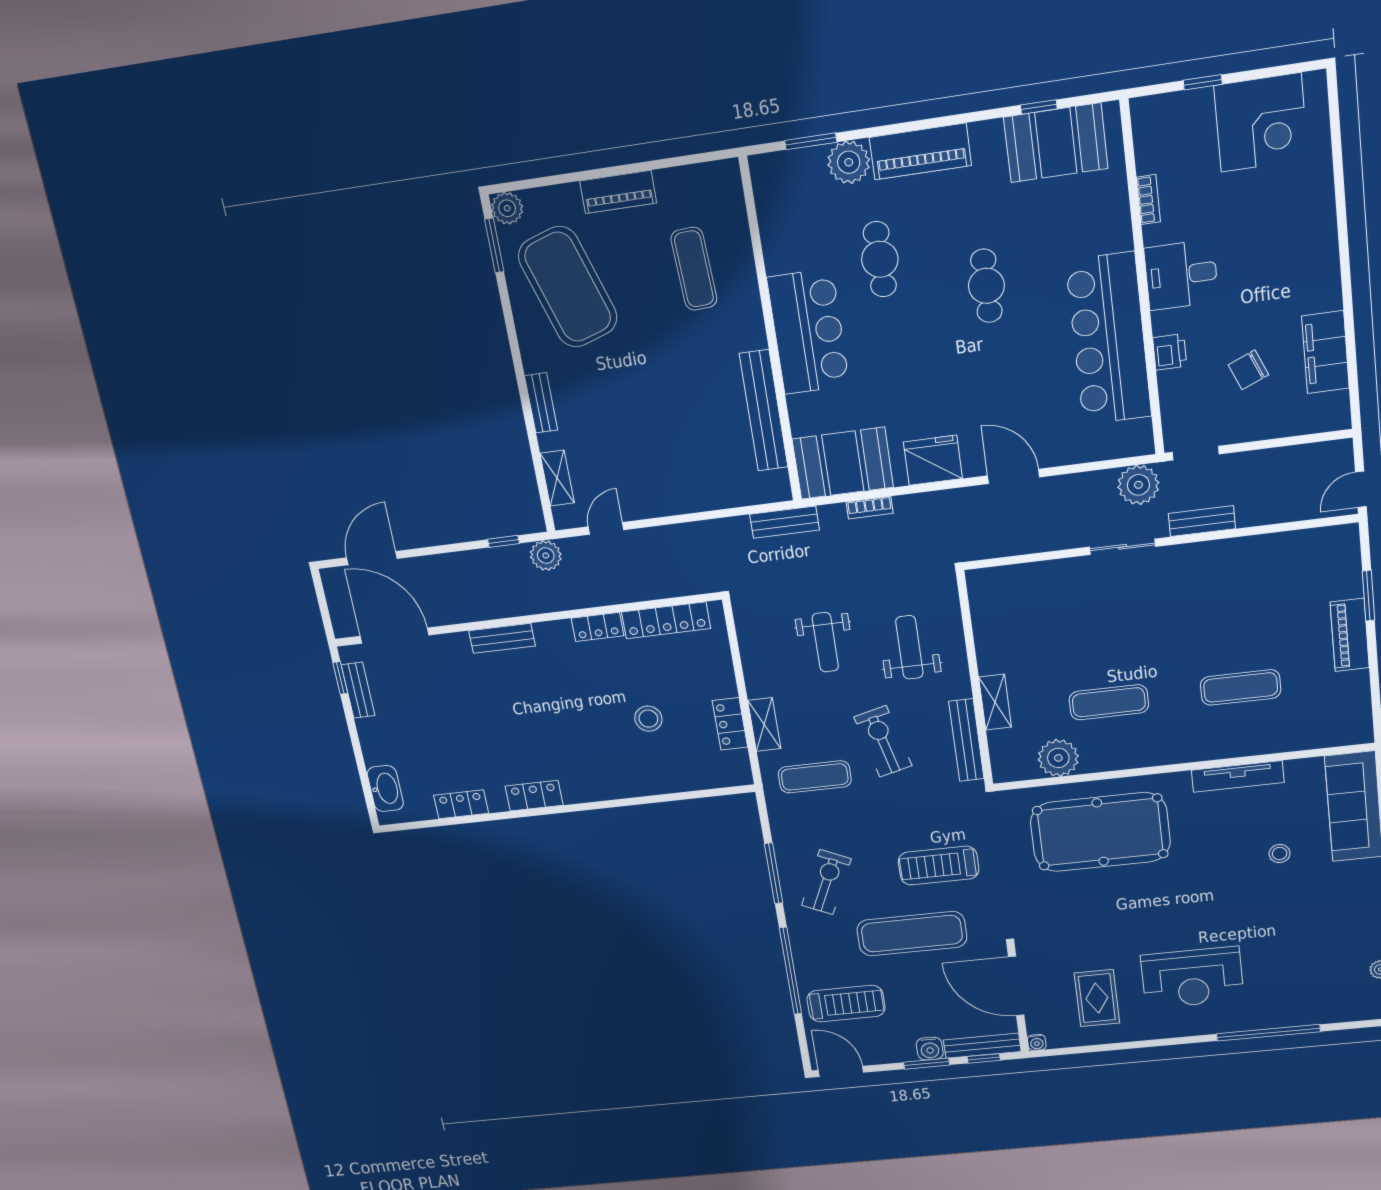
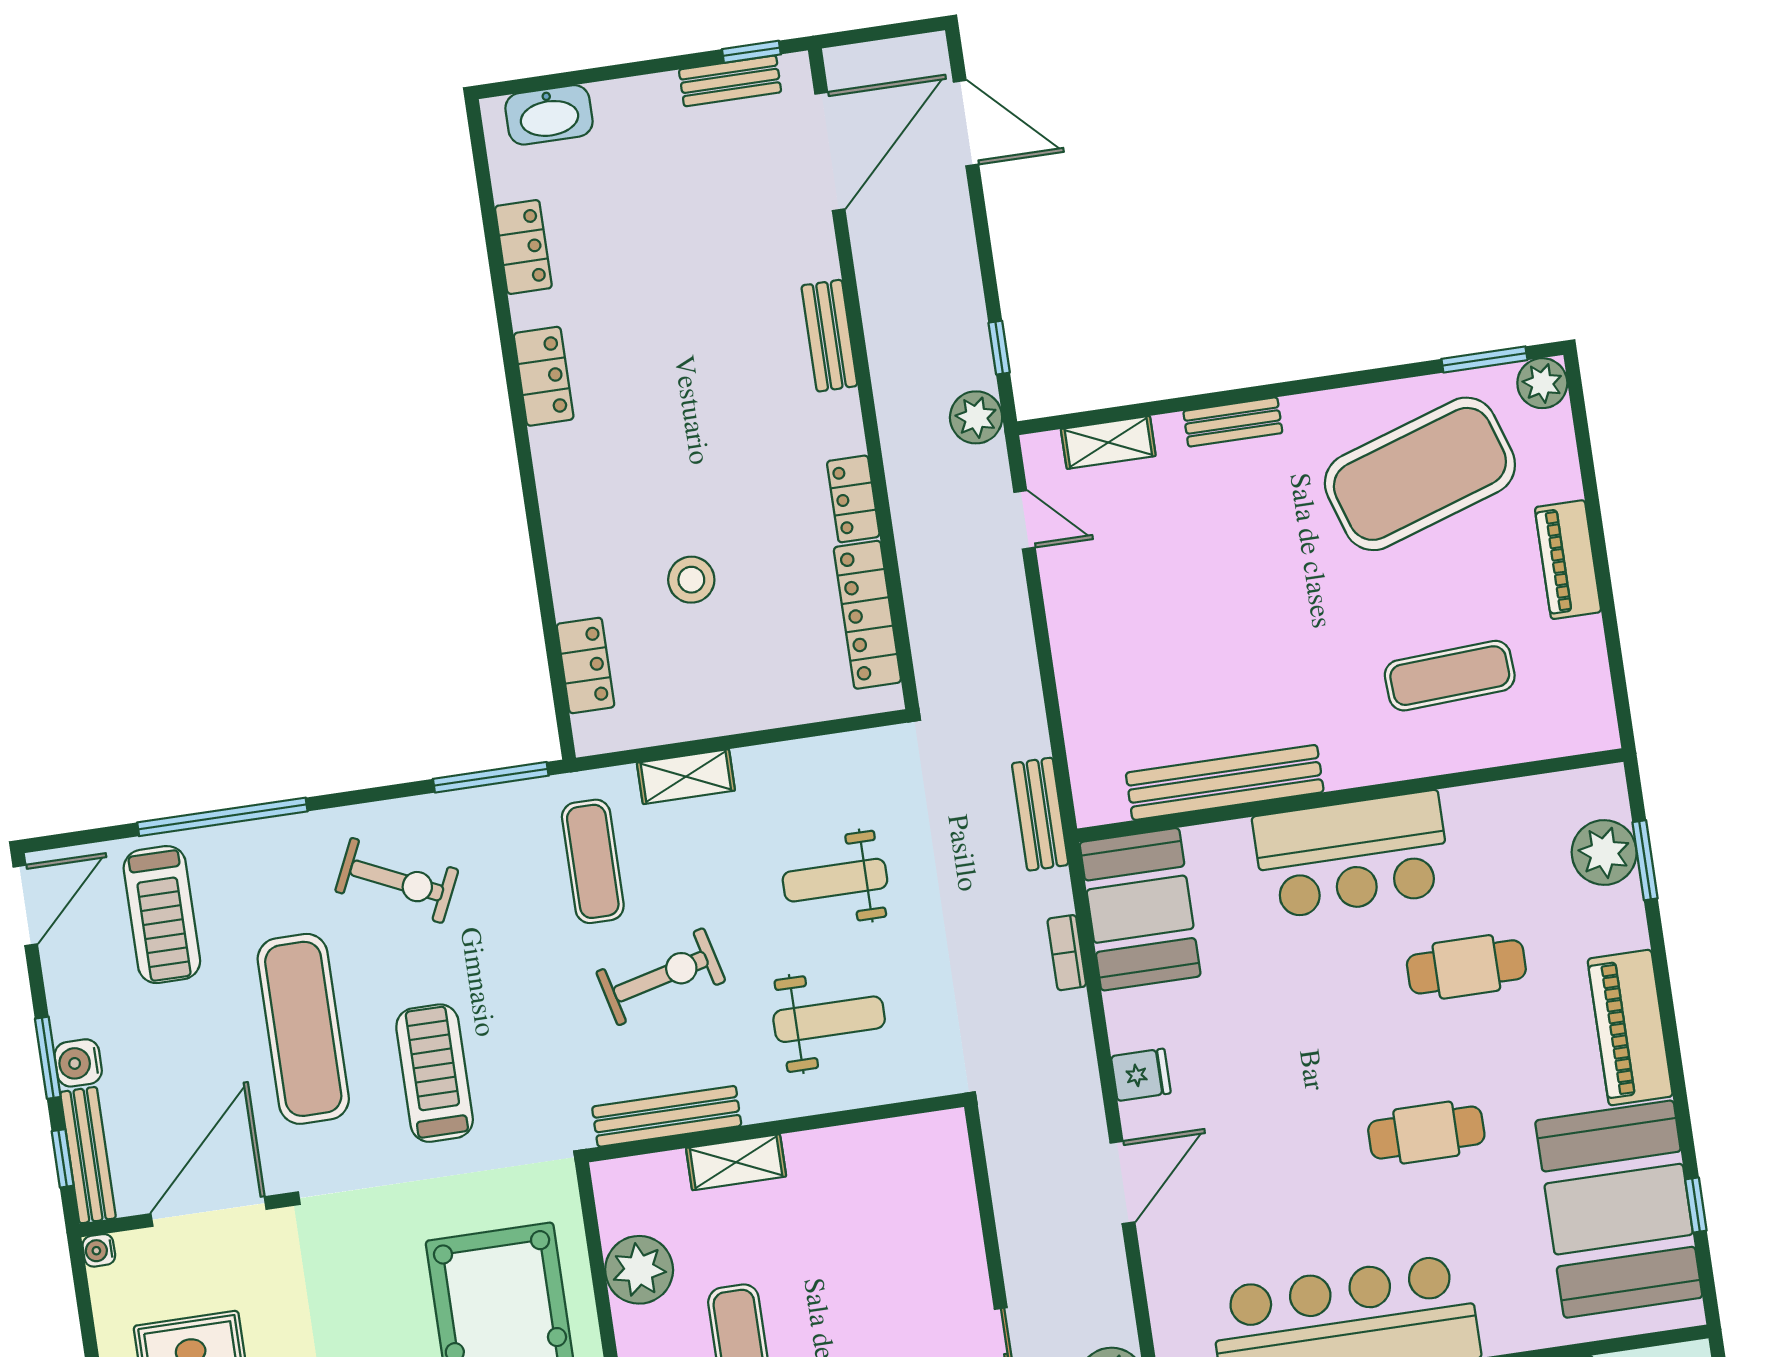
booth: (1056, 143) -> (1619, 1209), width x1.36, depth x1.42
plant: (849, 162) -> (1604, 853), moved
fridge: (933, 460) -> (1141, 1075), width x0.53, depth x0.75
locker: (730, 724) -> (586, 665), moved, turned 90
window: (774, 873) -> (491, 777), moved

